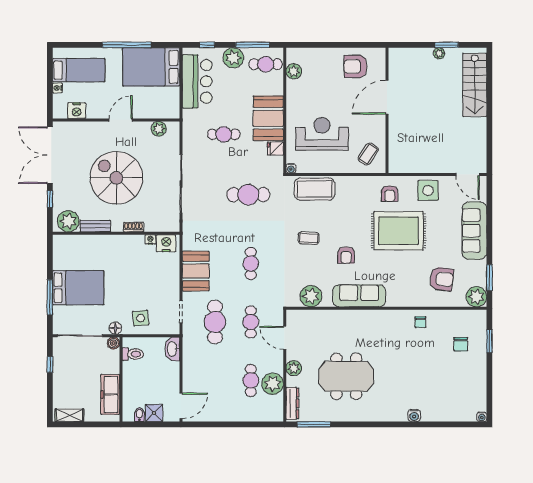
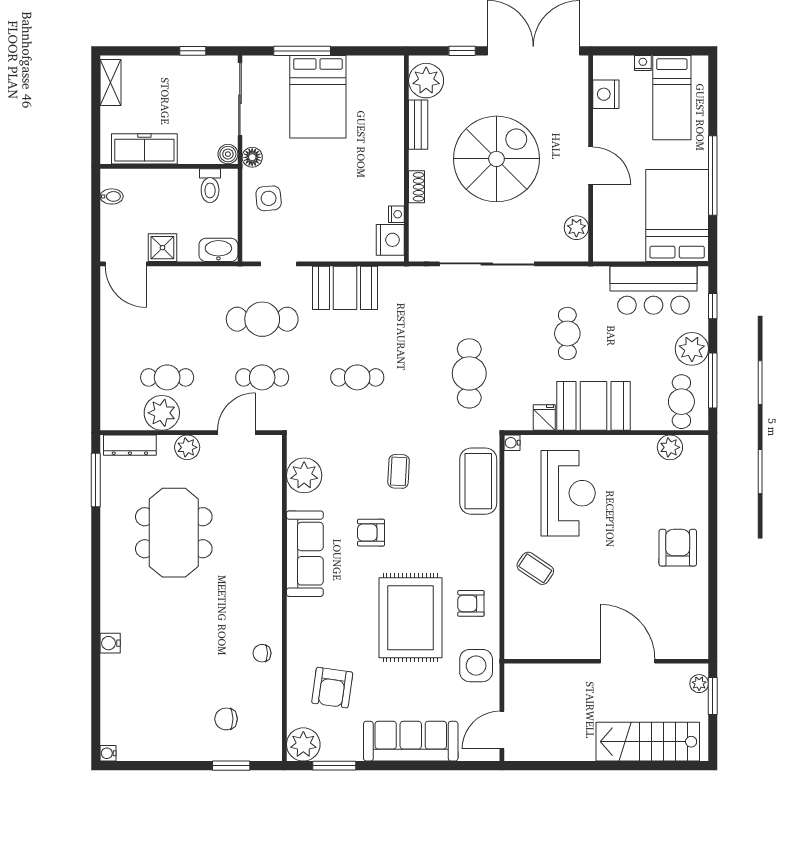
door: (387, 97) -> (628, 661), moved
wall: (387, 110) -> (606, 661), moved
shower: (154, 413) -> (162, 248), moved

